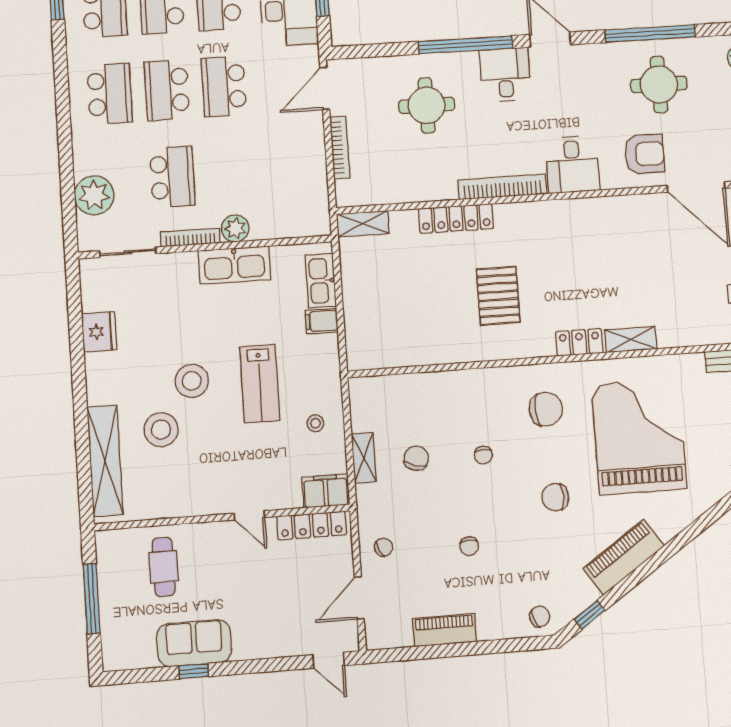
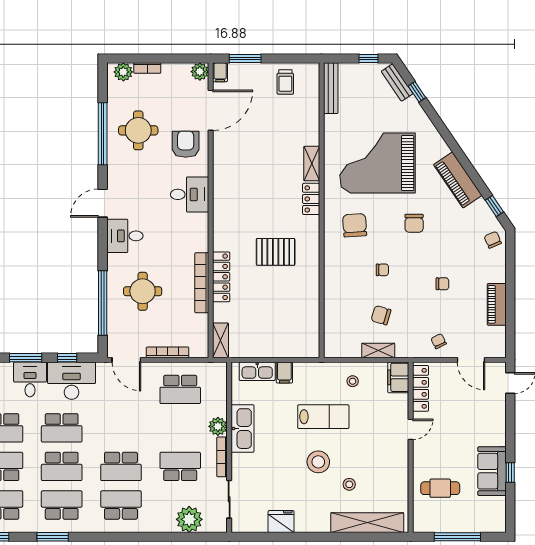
window: (465, 45) -> (103, 303), moved
school desk: (224, 87) -> (180, 389), moved
bookcase: (502, 187) -> (202, 283), moved
stool: (161, 430) -> (349, 484), width x0.53, depth x0.53

